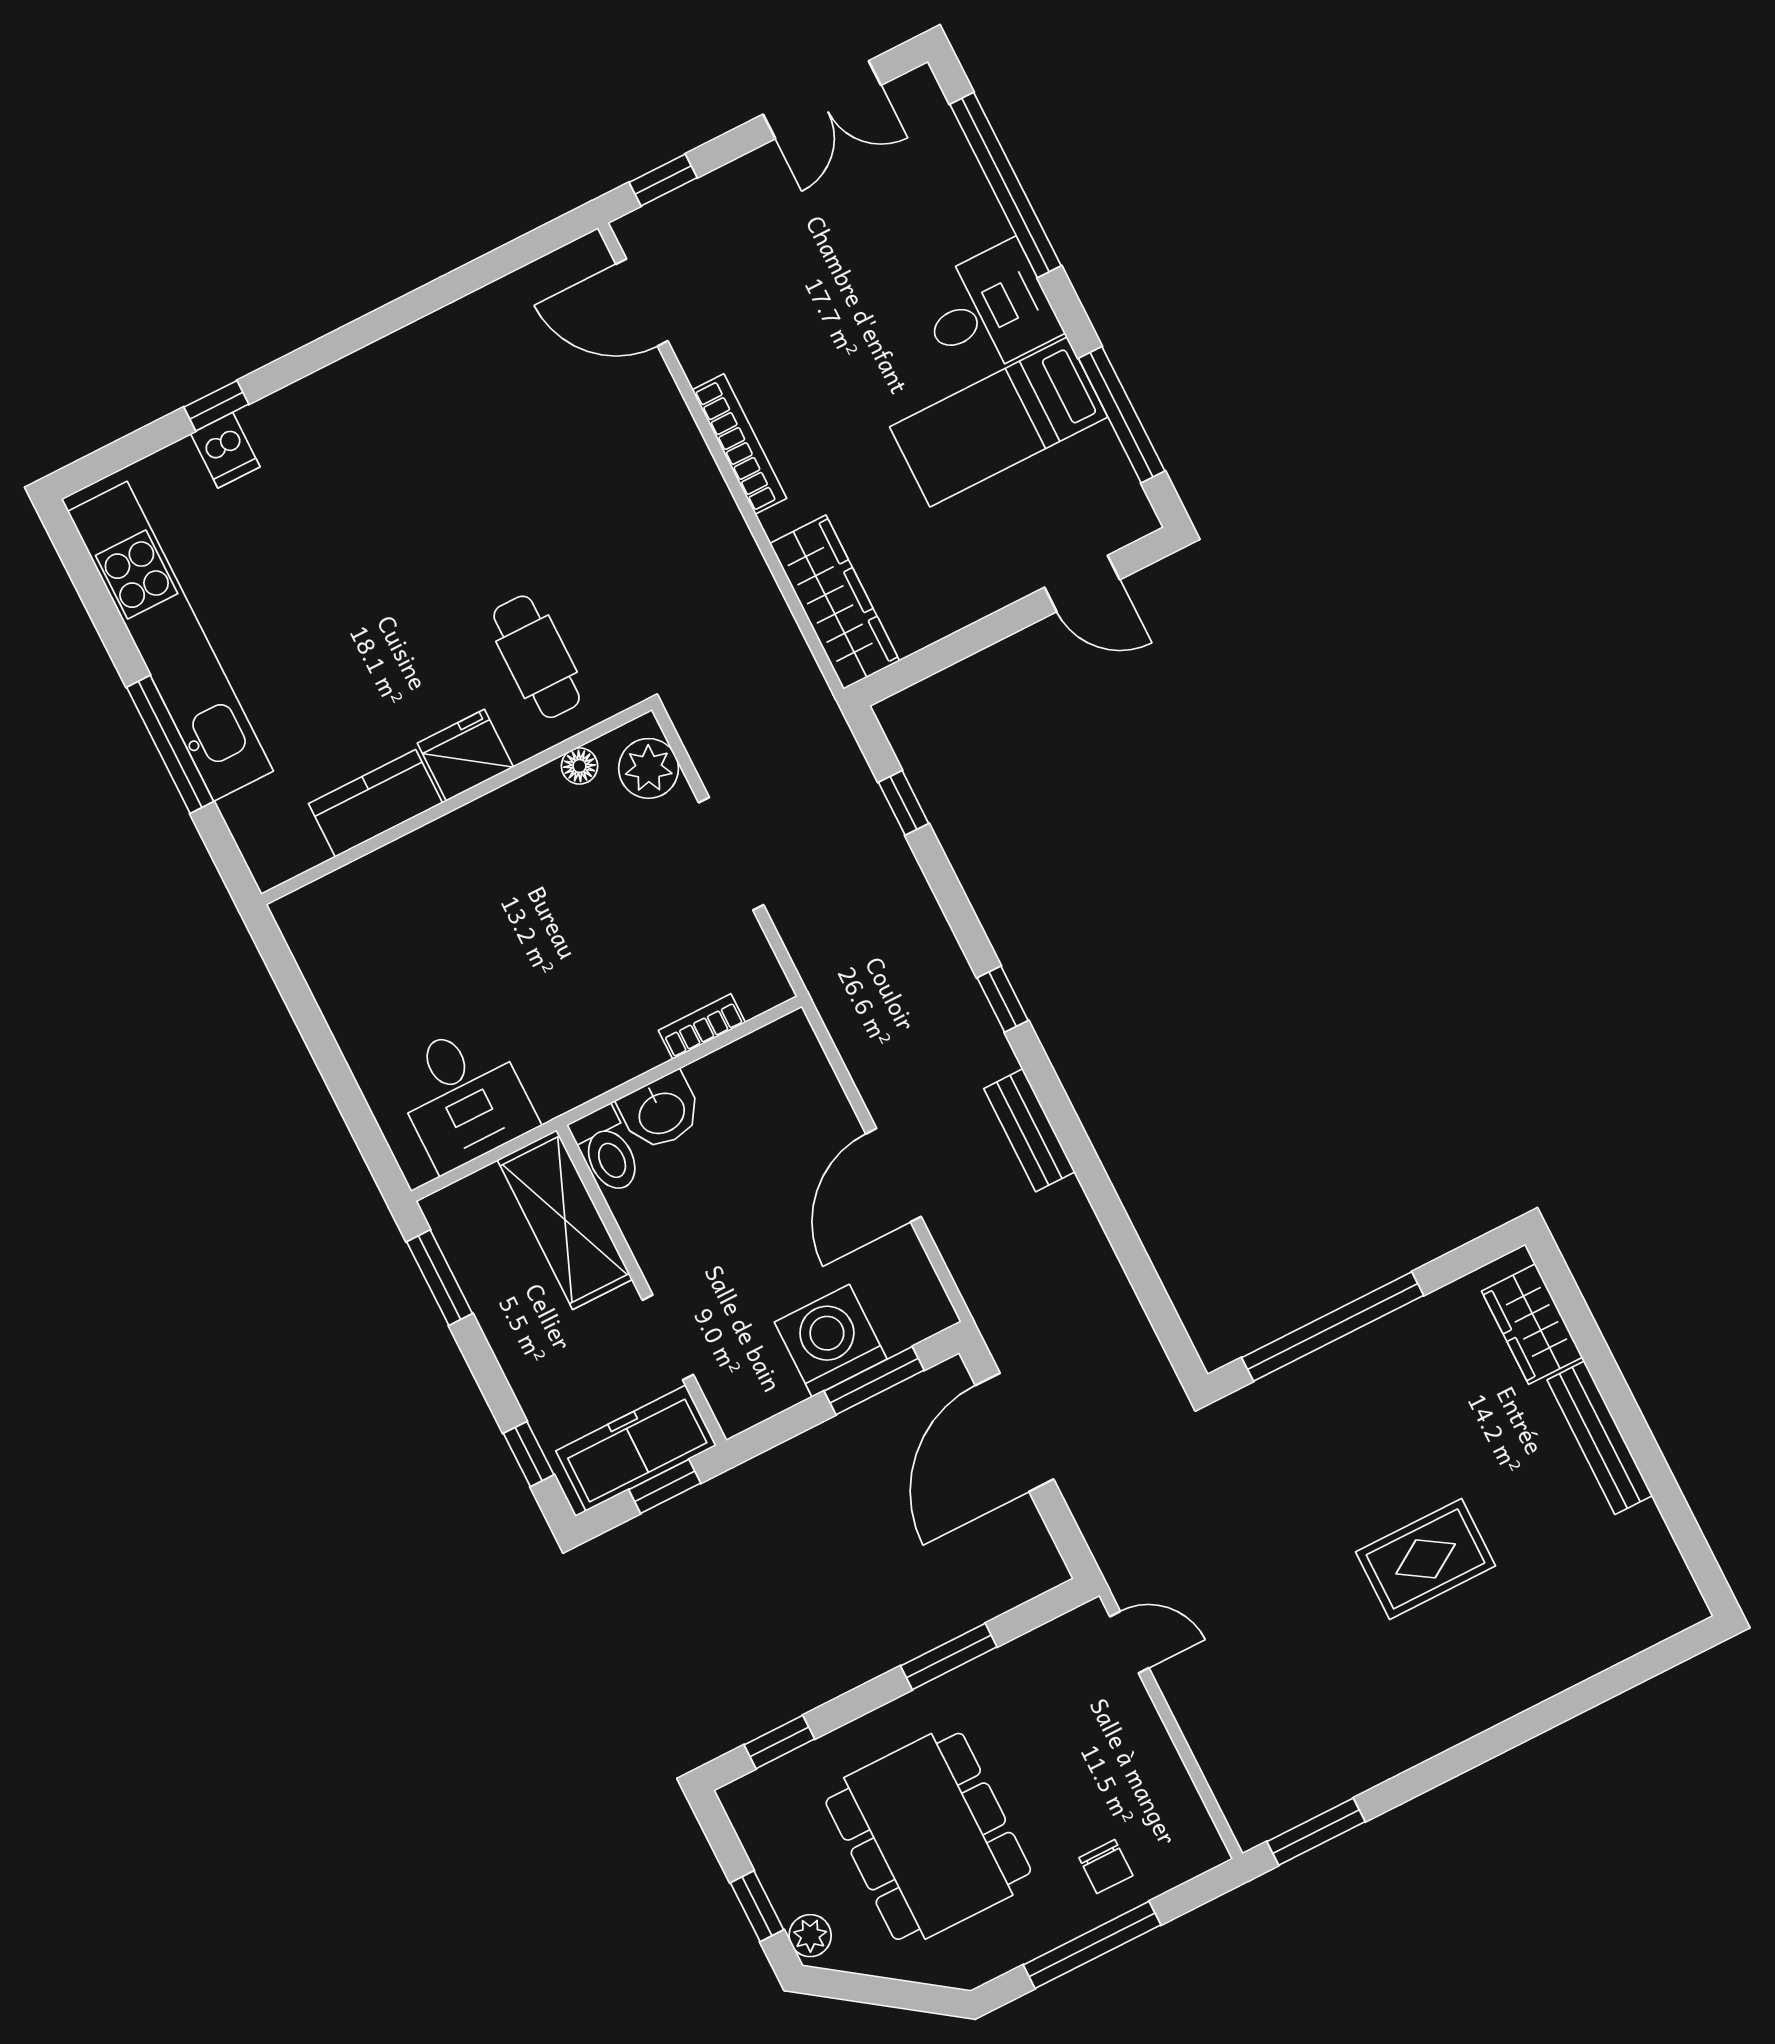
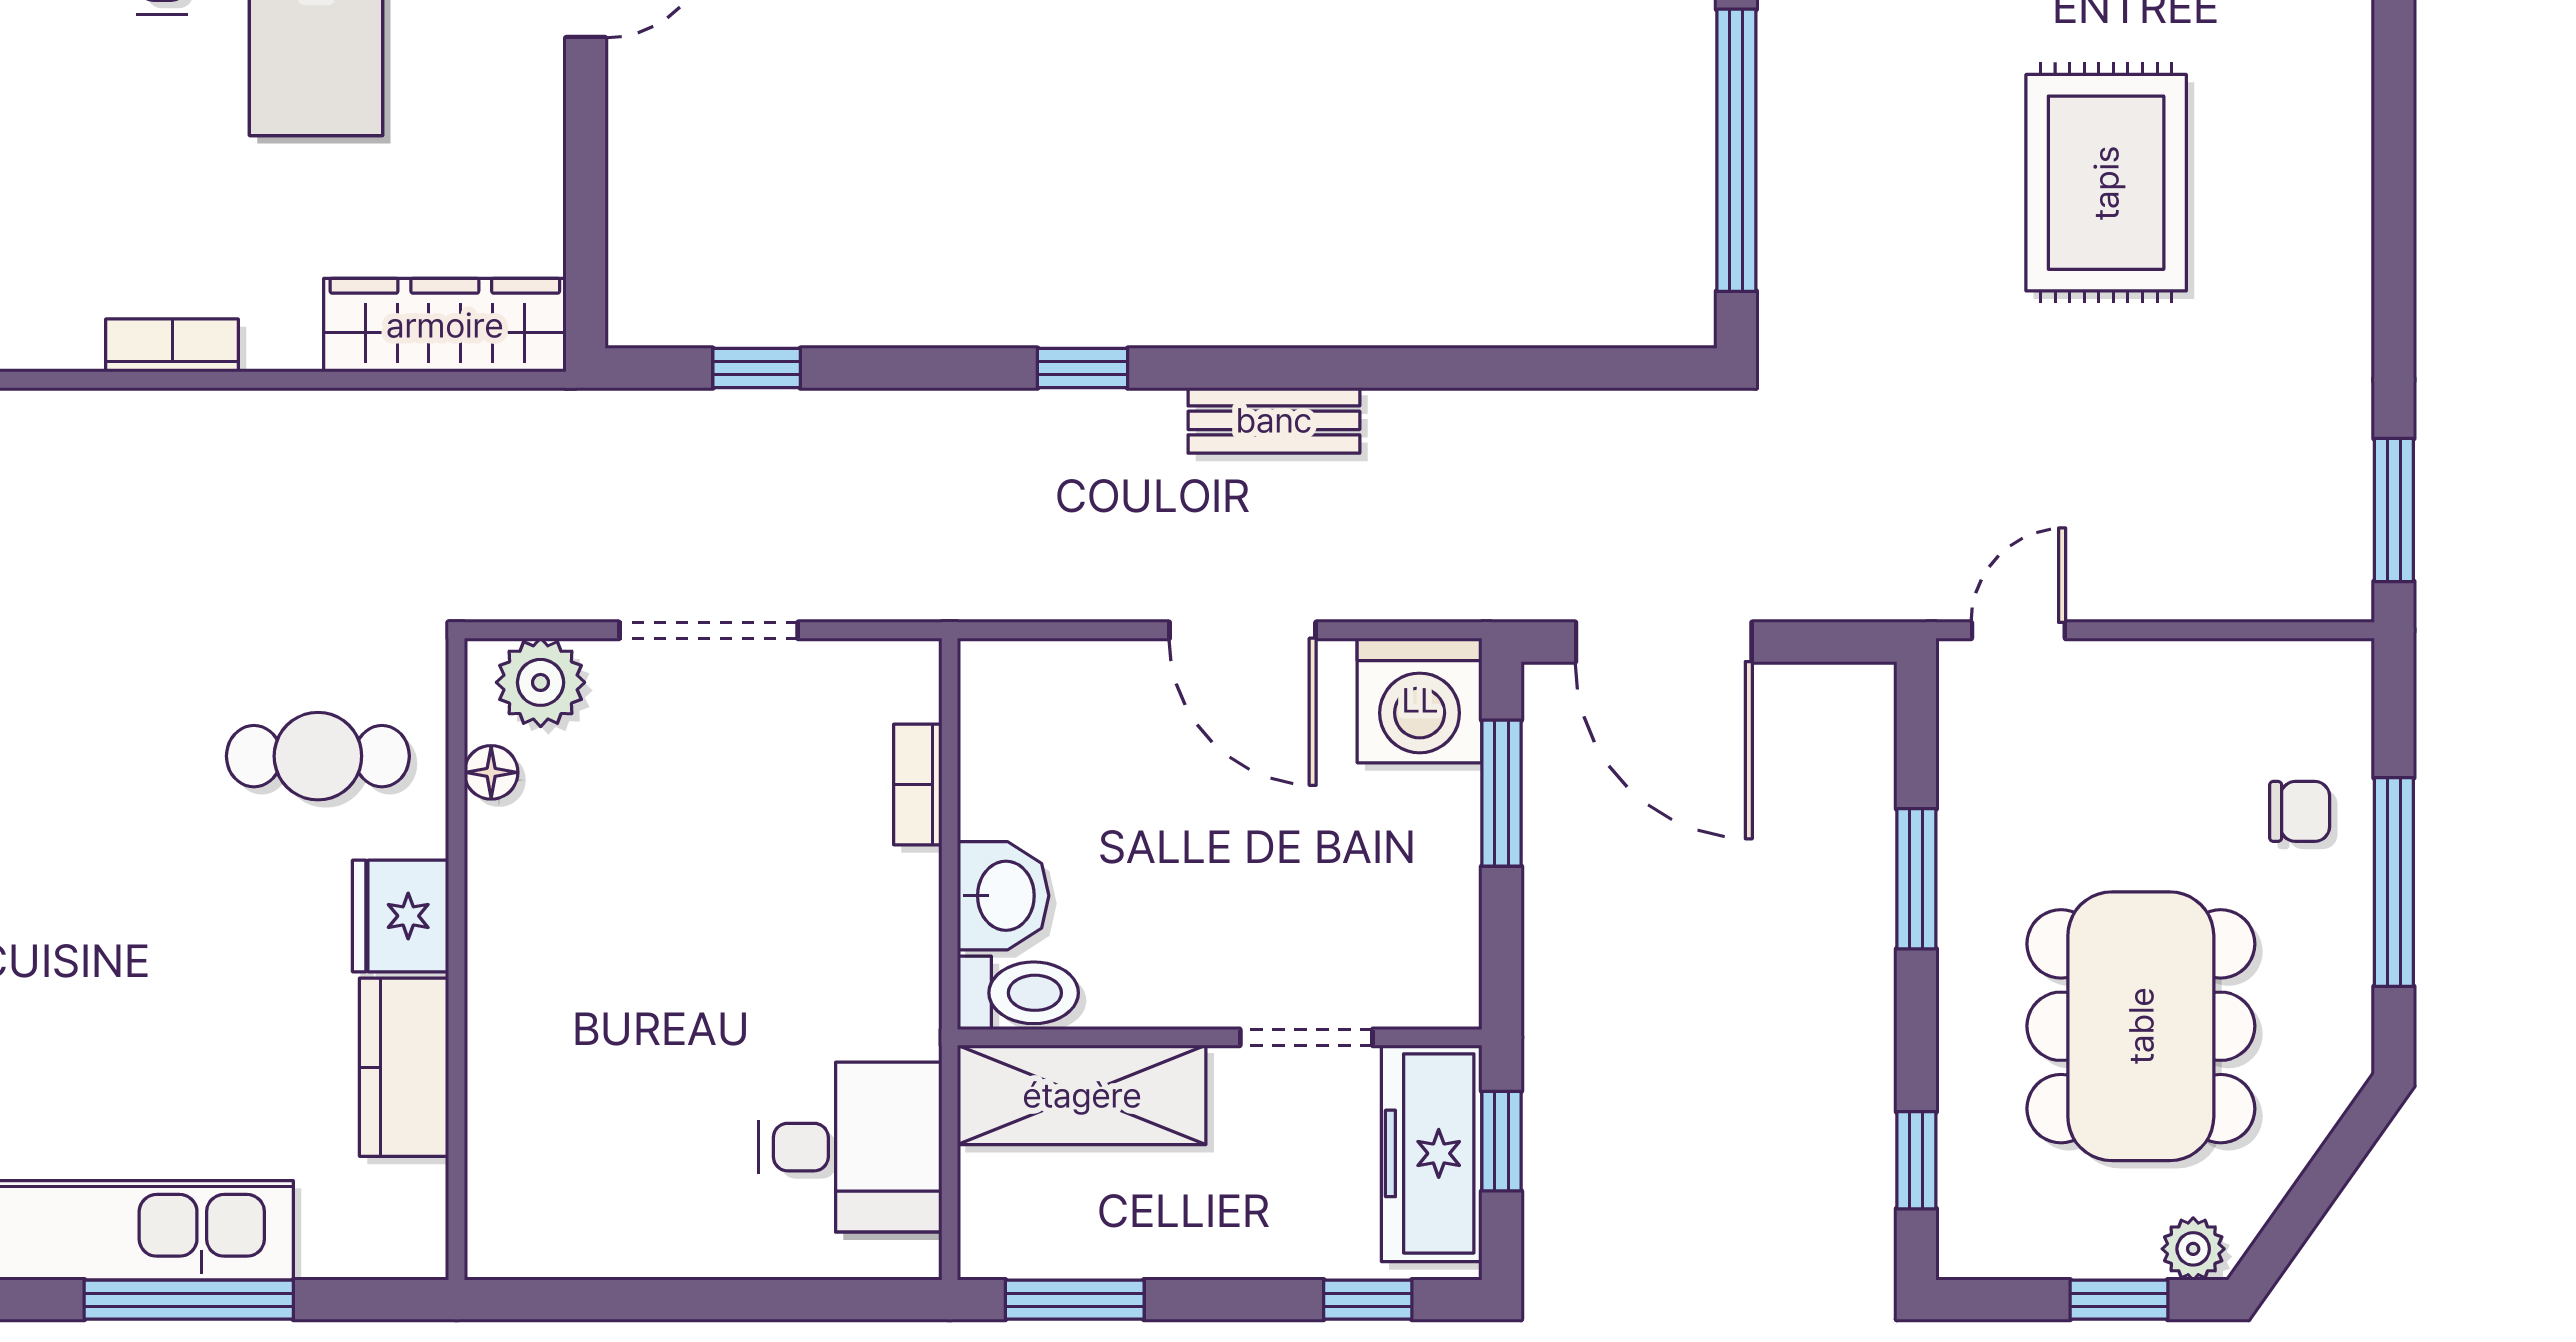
bookcase: (739, 444) -> (172, 345), width x0.64
washing machine: (831, 1341) -> (1420, 700), moved, turned -90
rug: (1426, 1559) -> (2106, 183), width x1.36, depth x1.43
dining table: (928, 1836) -> (2141, 1026), turned 90

